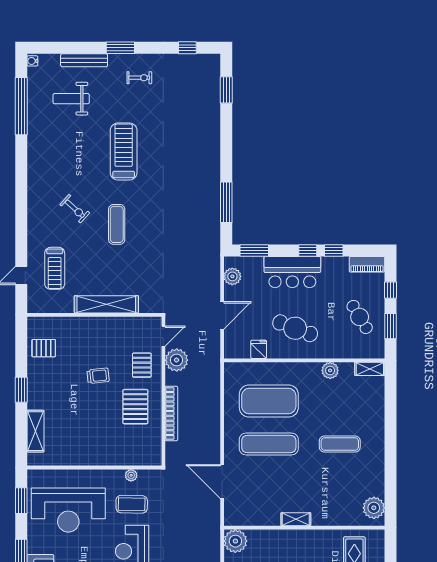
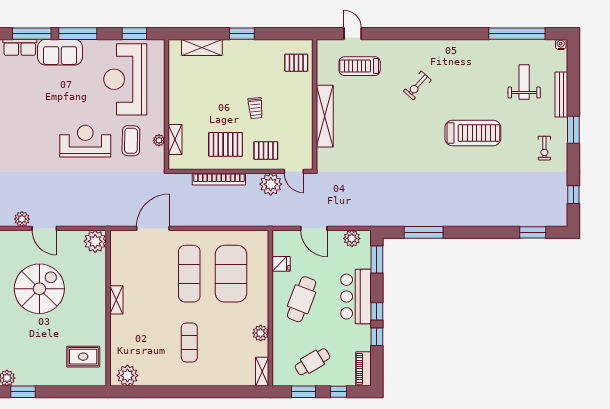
exercise mat: (117, 224) -> (402, 126), removed
pallet: (44, 348) -> (296, 63), moved, turned 90
shelving: (130, 459) -> (175, 140), added

